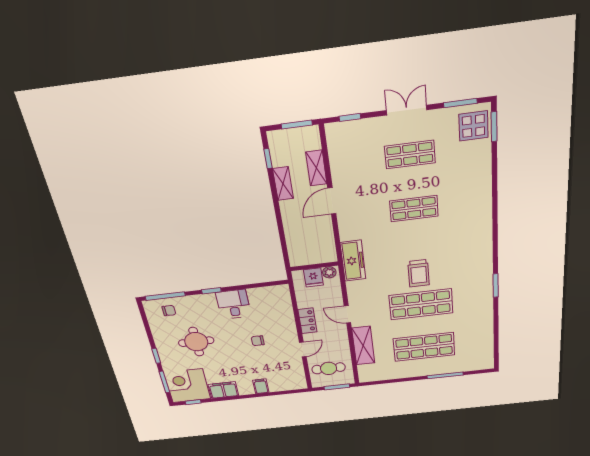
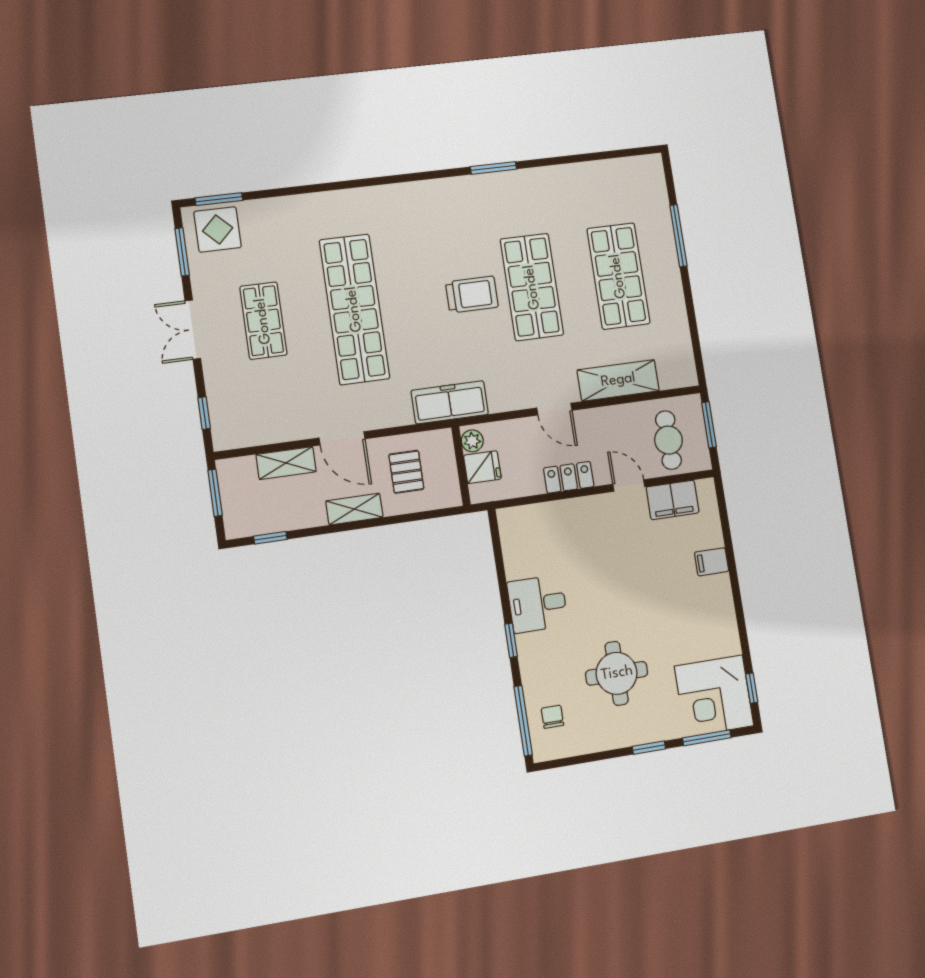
shelving: (283, 184) -> (354, 509), moved
shop shelf: (414, 209) -> (354, 309), width x2.00, depth x1.36
pallet: (311, 237) -> (406, 472), added
door: (347, 314) -> (554, 409), hinge flipped
chair: (258, 341) -> (612, 564), removed
filing cabinet: (223, 390) -> (673, 500), moved, turned -90

